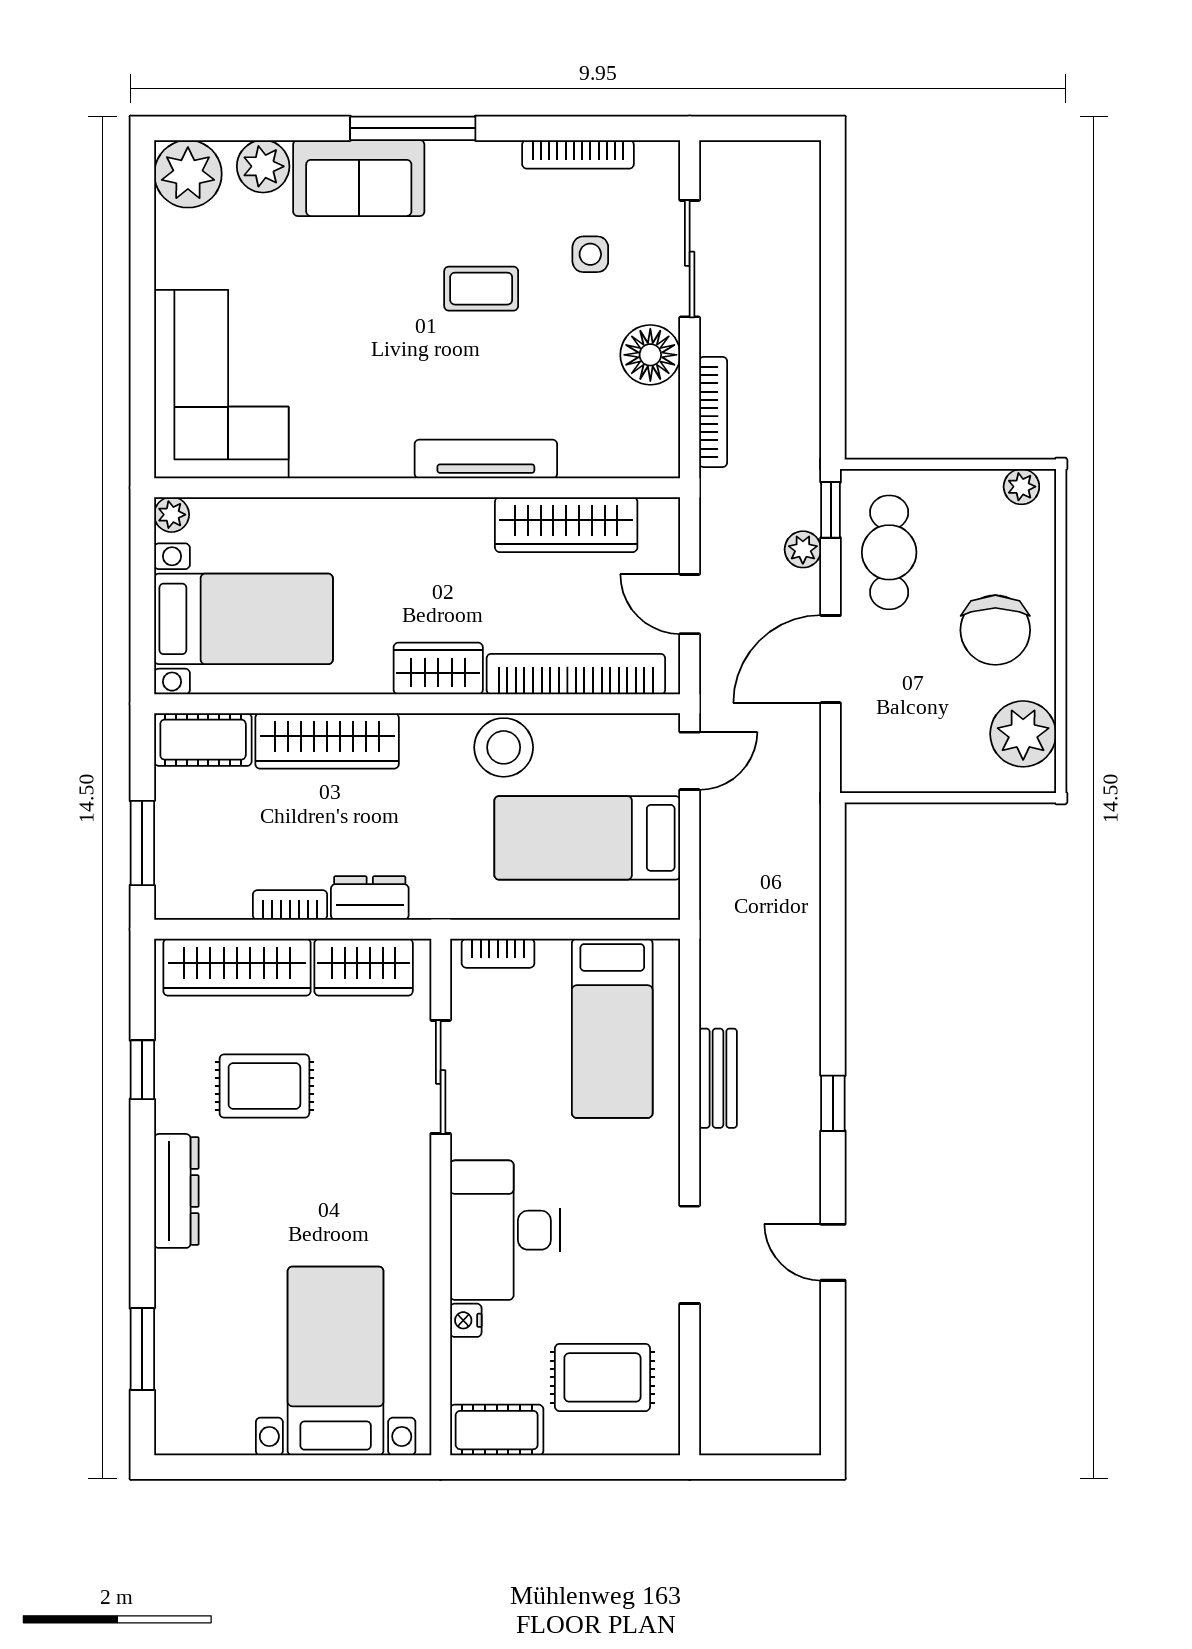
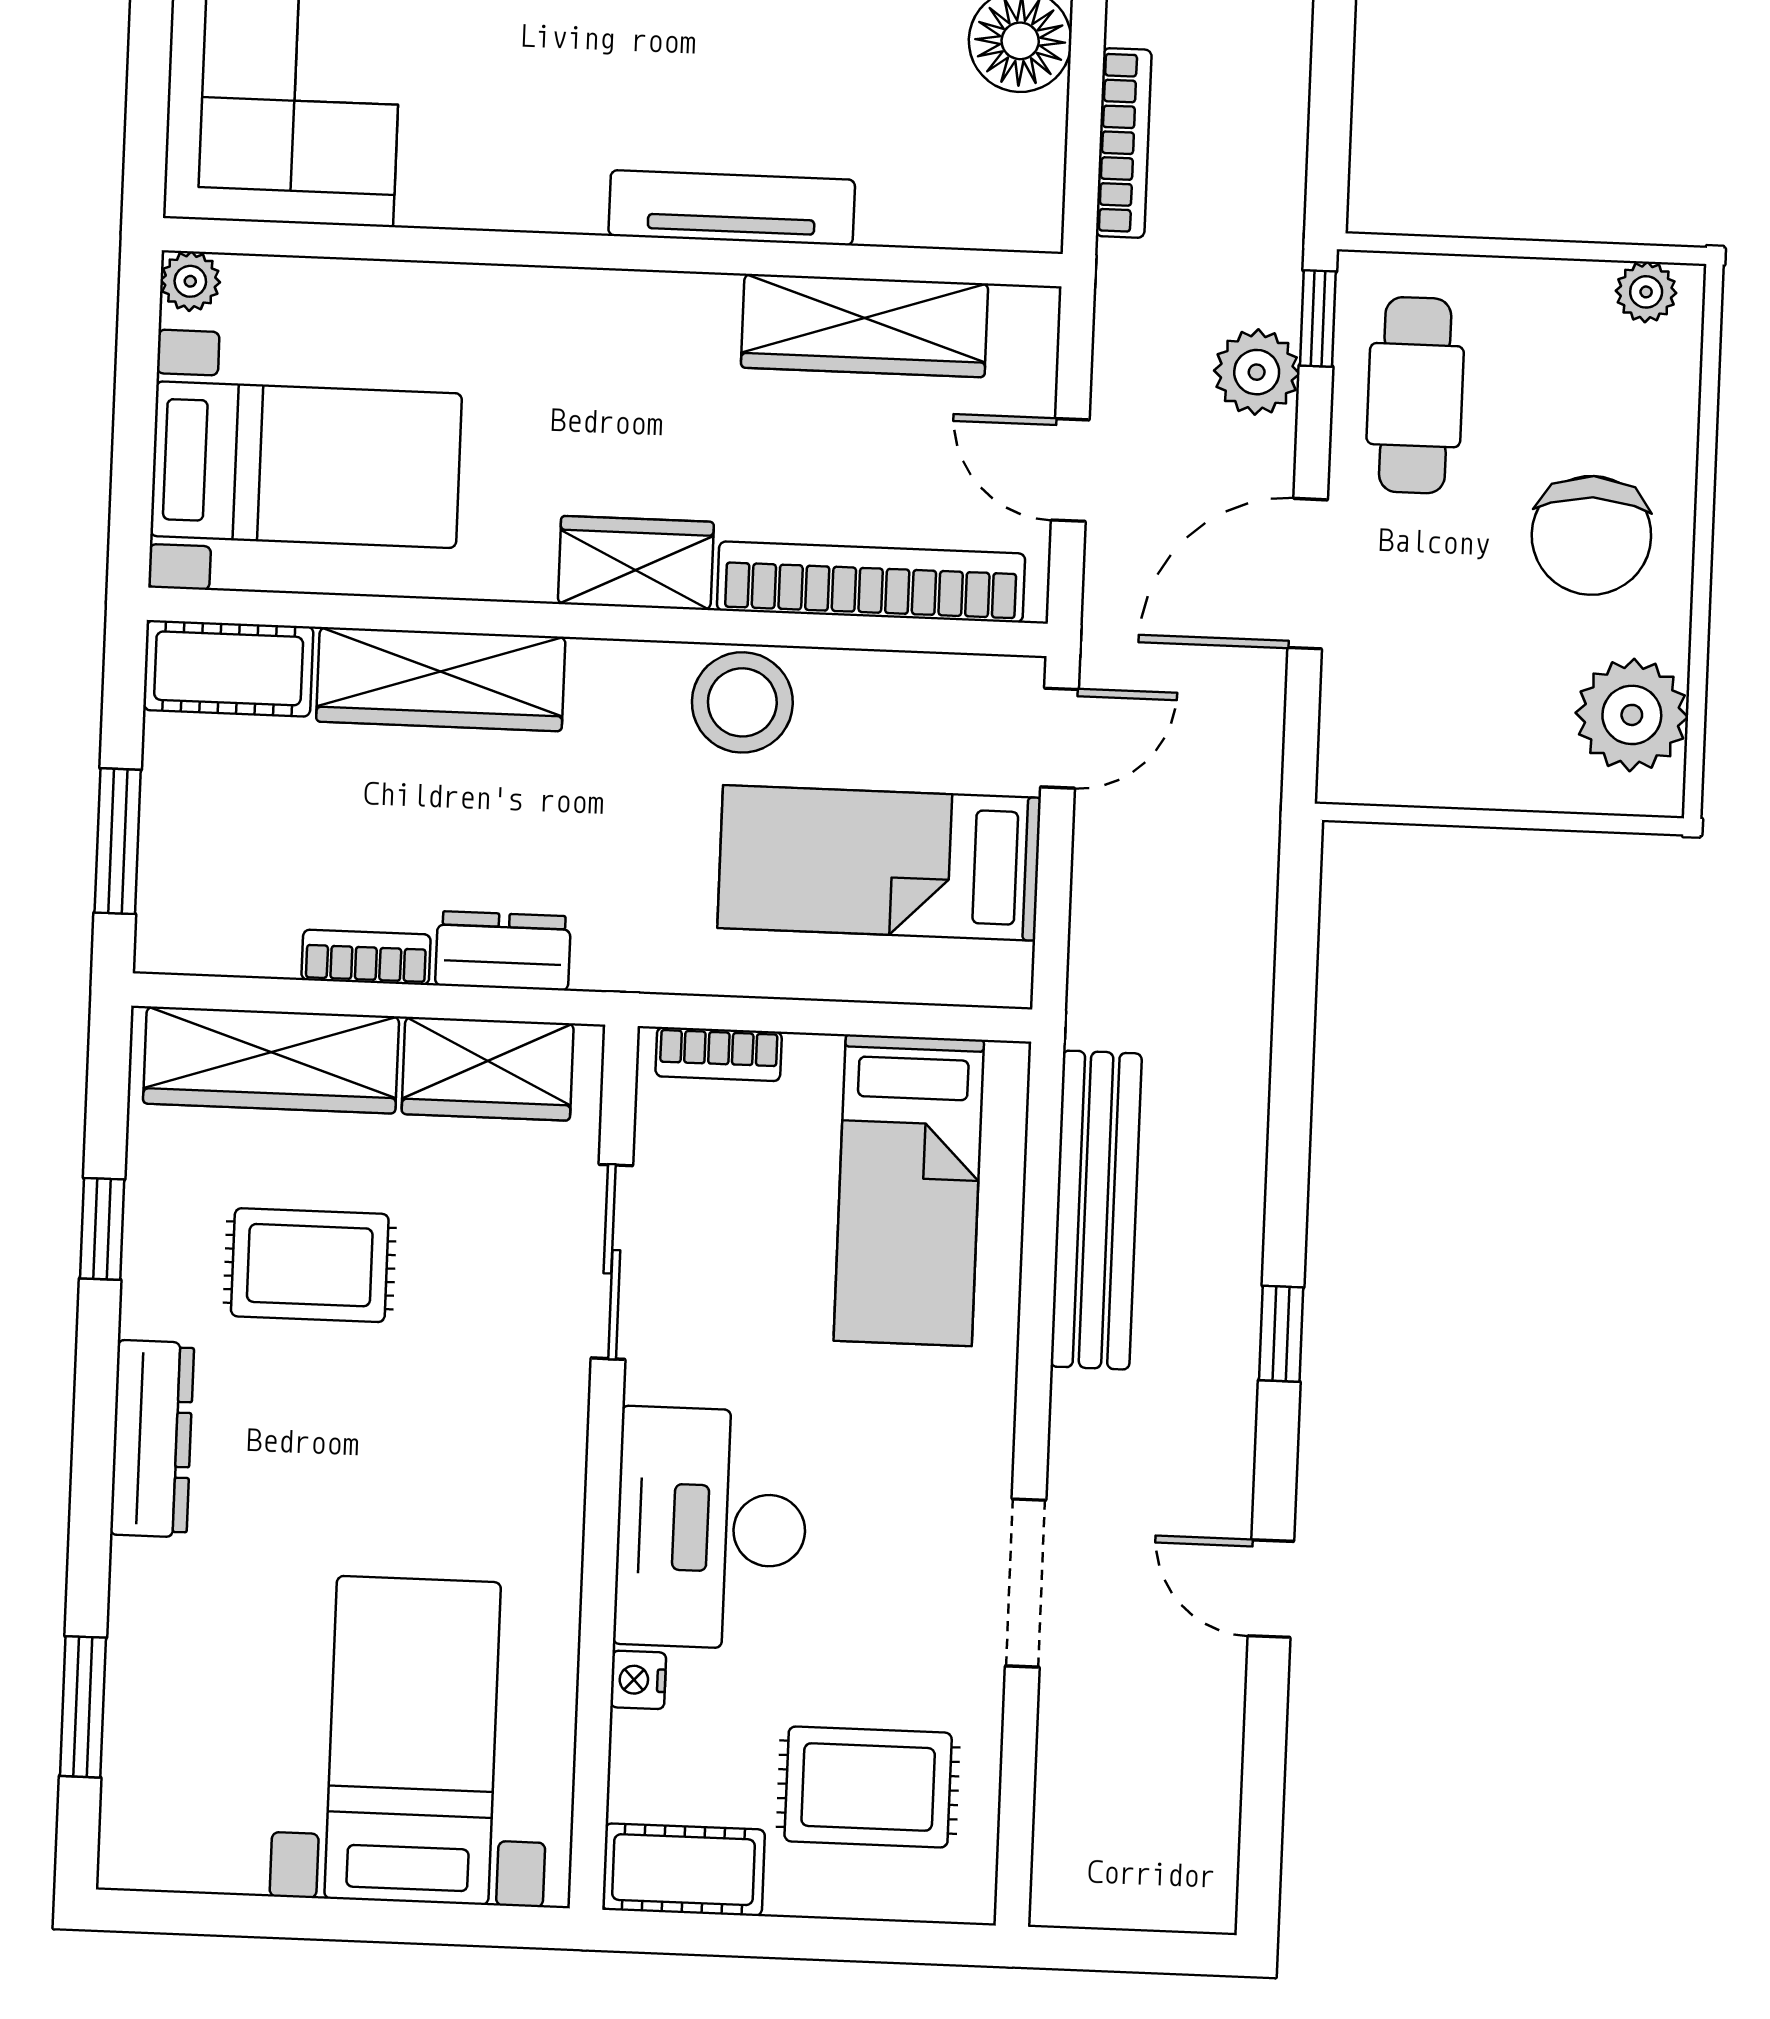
plant: (803, 549) -> (1257, 372), width x1.38, depth x1.38
bench: (718, 1078) -> (1096, 1210), width x1.86, depth x1.21

